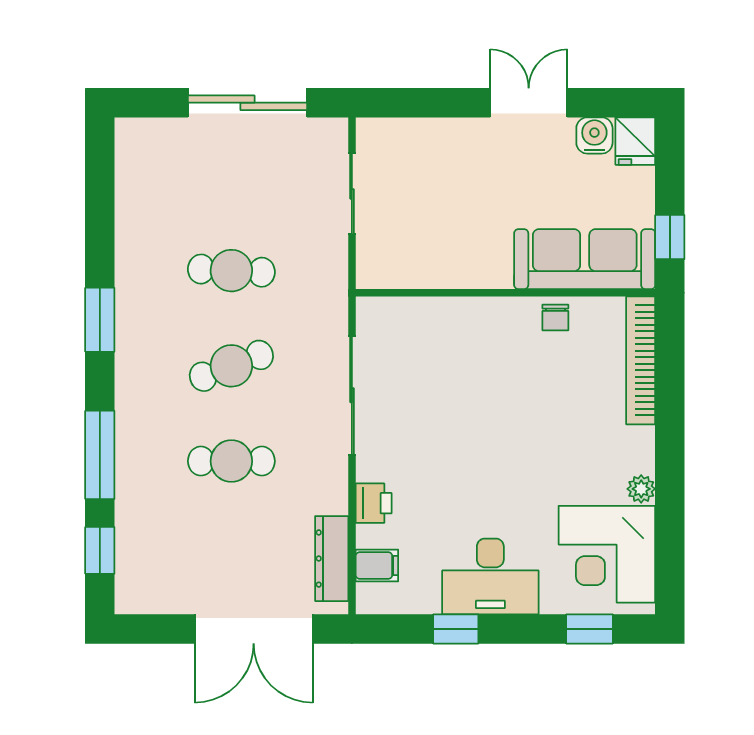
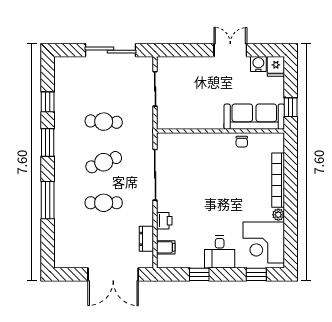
bookcase: (641, 360) -> (278, 180), moved
window: (100, 550) -> (48, 102), moved
dresser: (332, 559) -> (146, 239), width x0.70
desk: (490, 576) -> (220, 252), width x0.73

